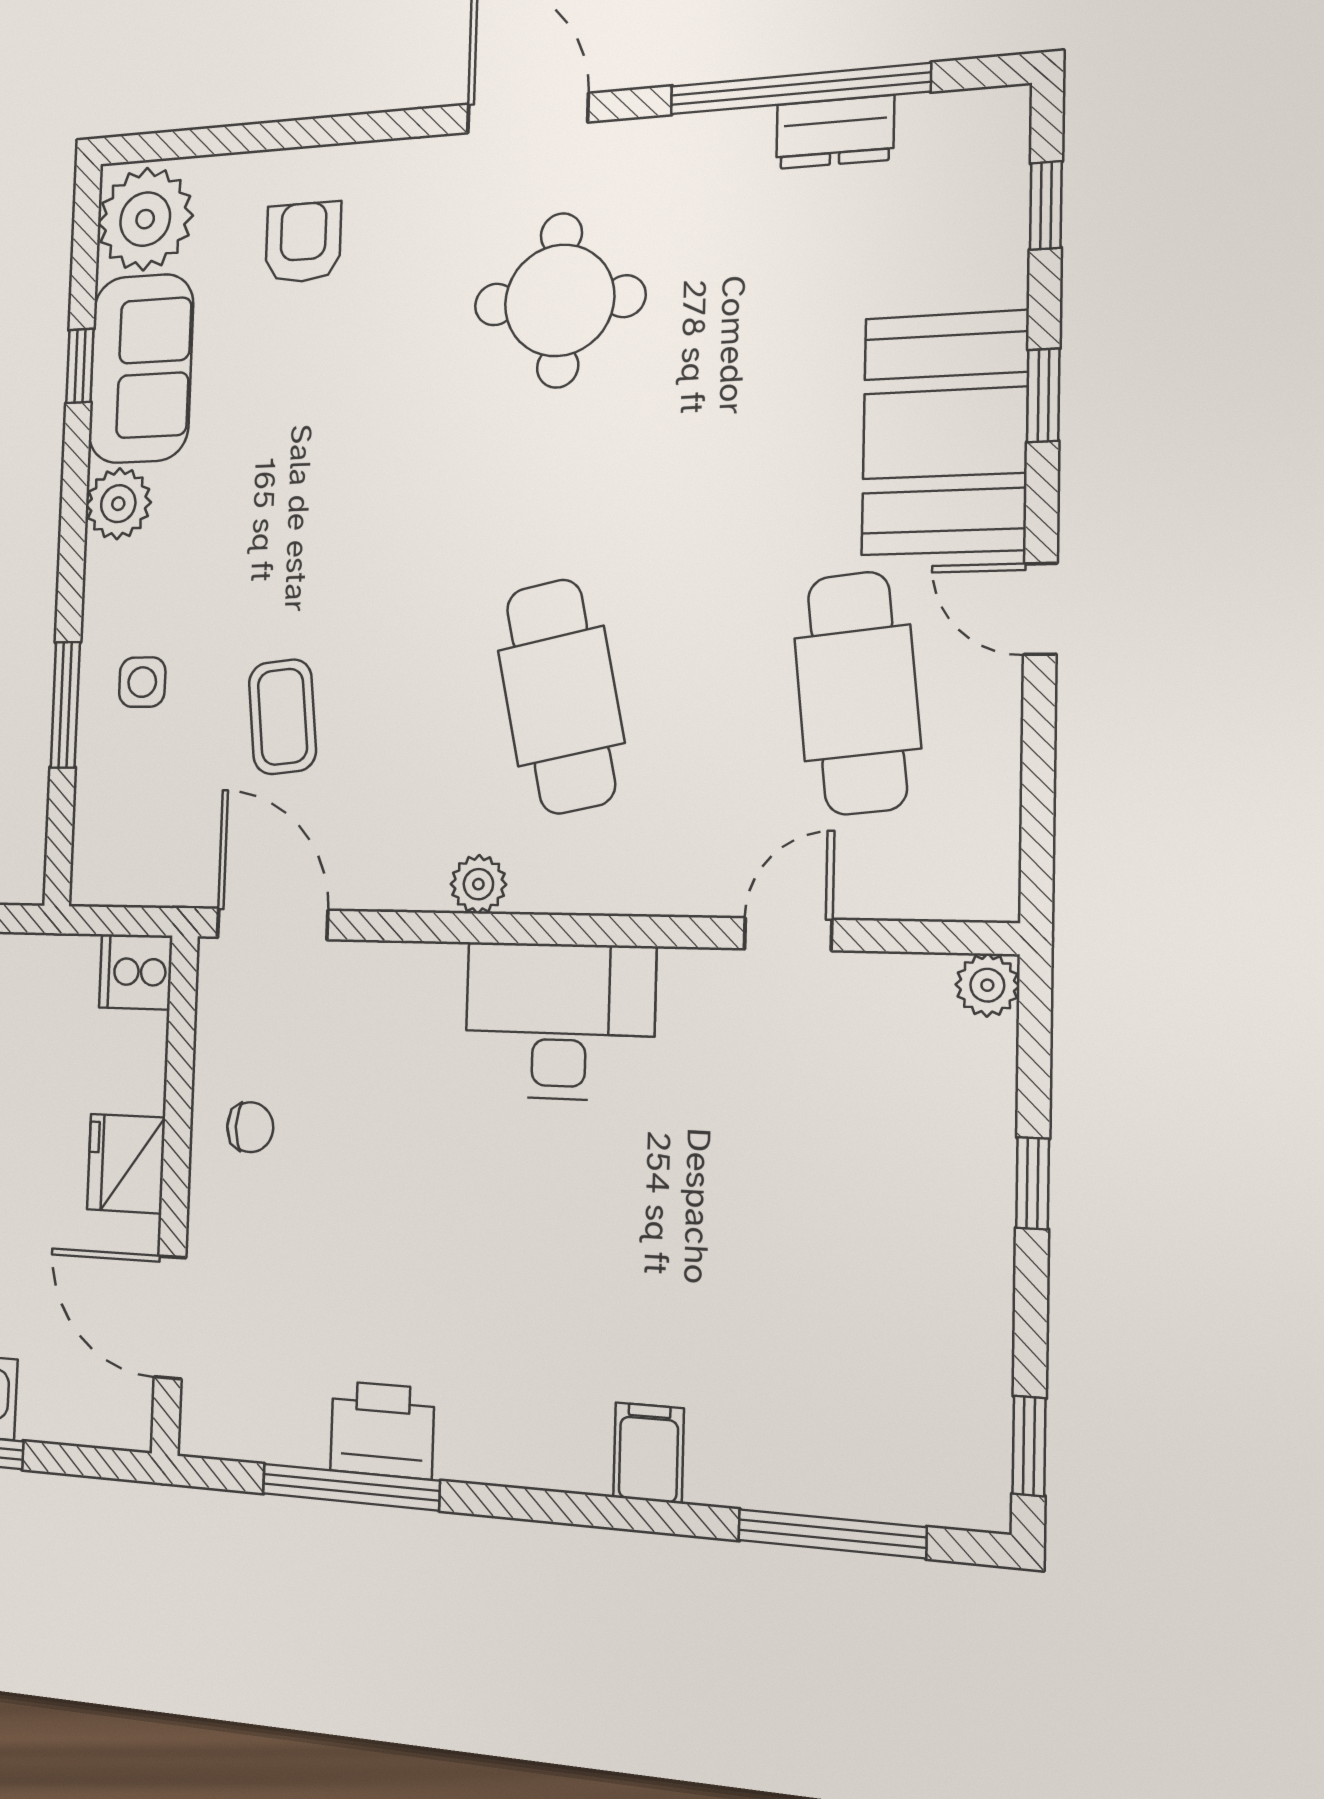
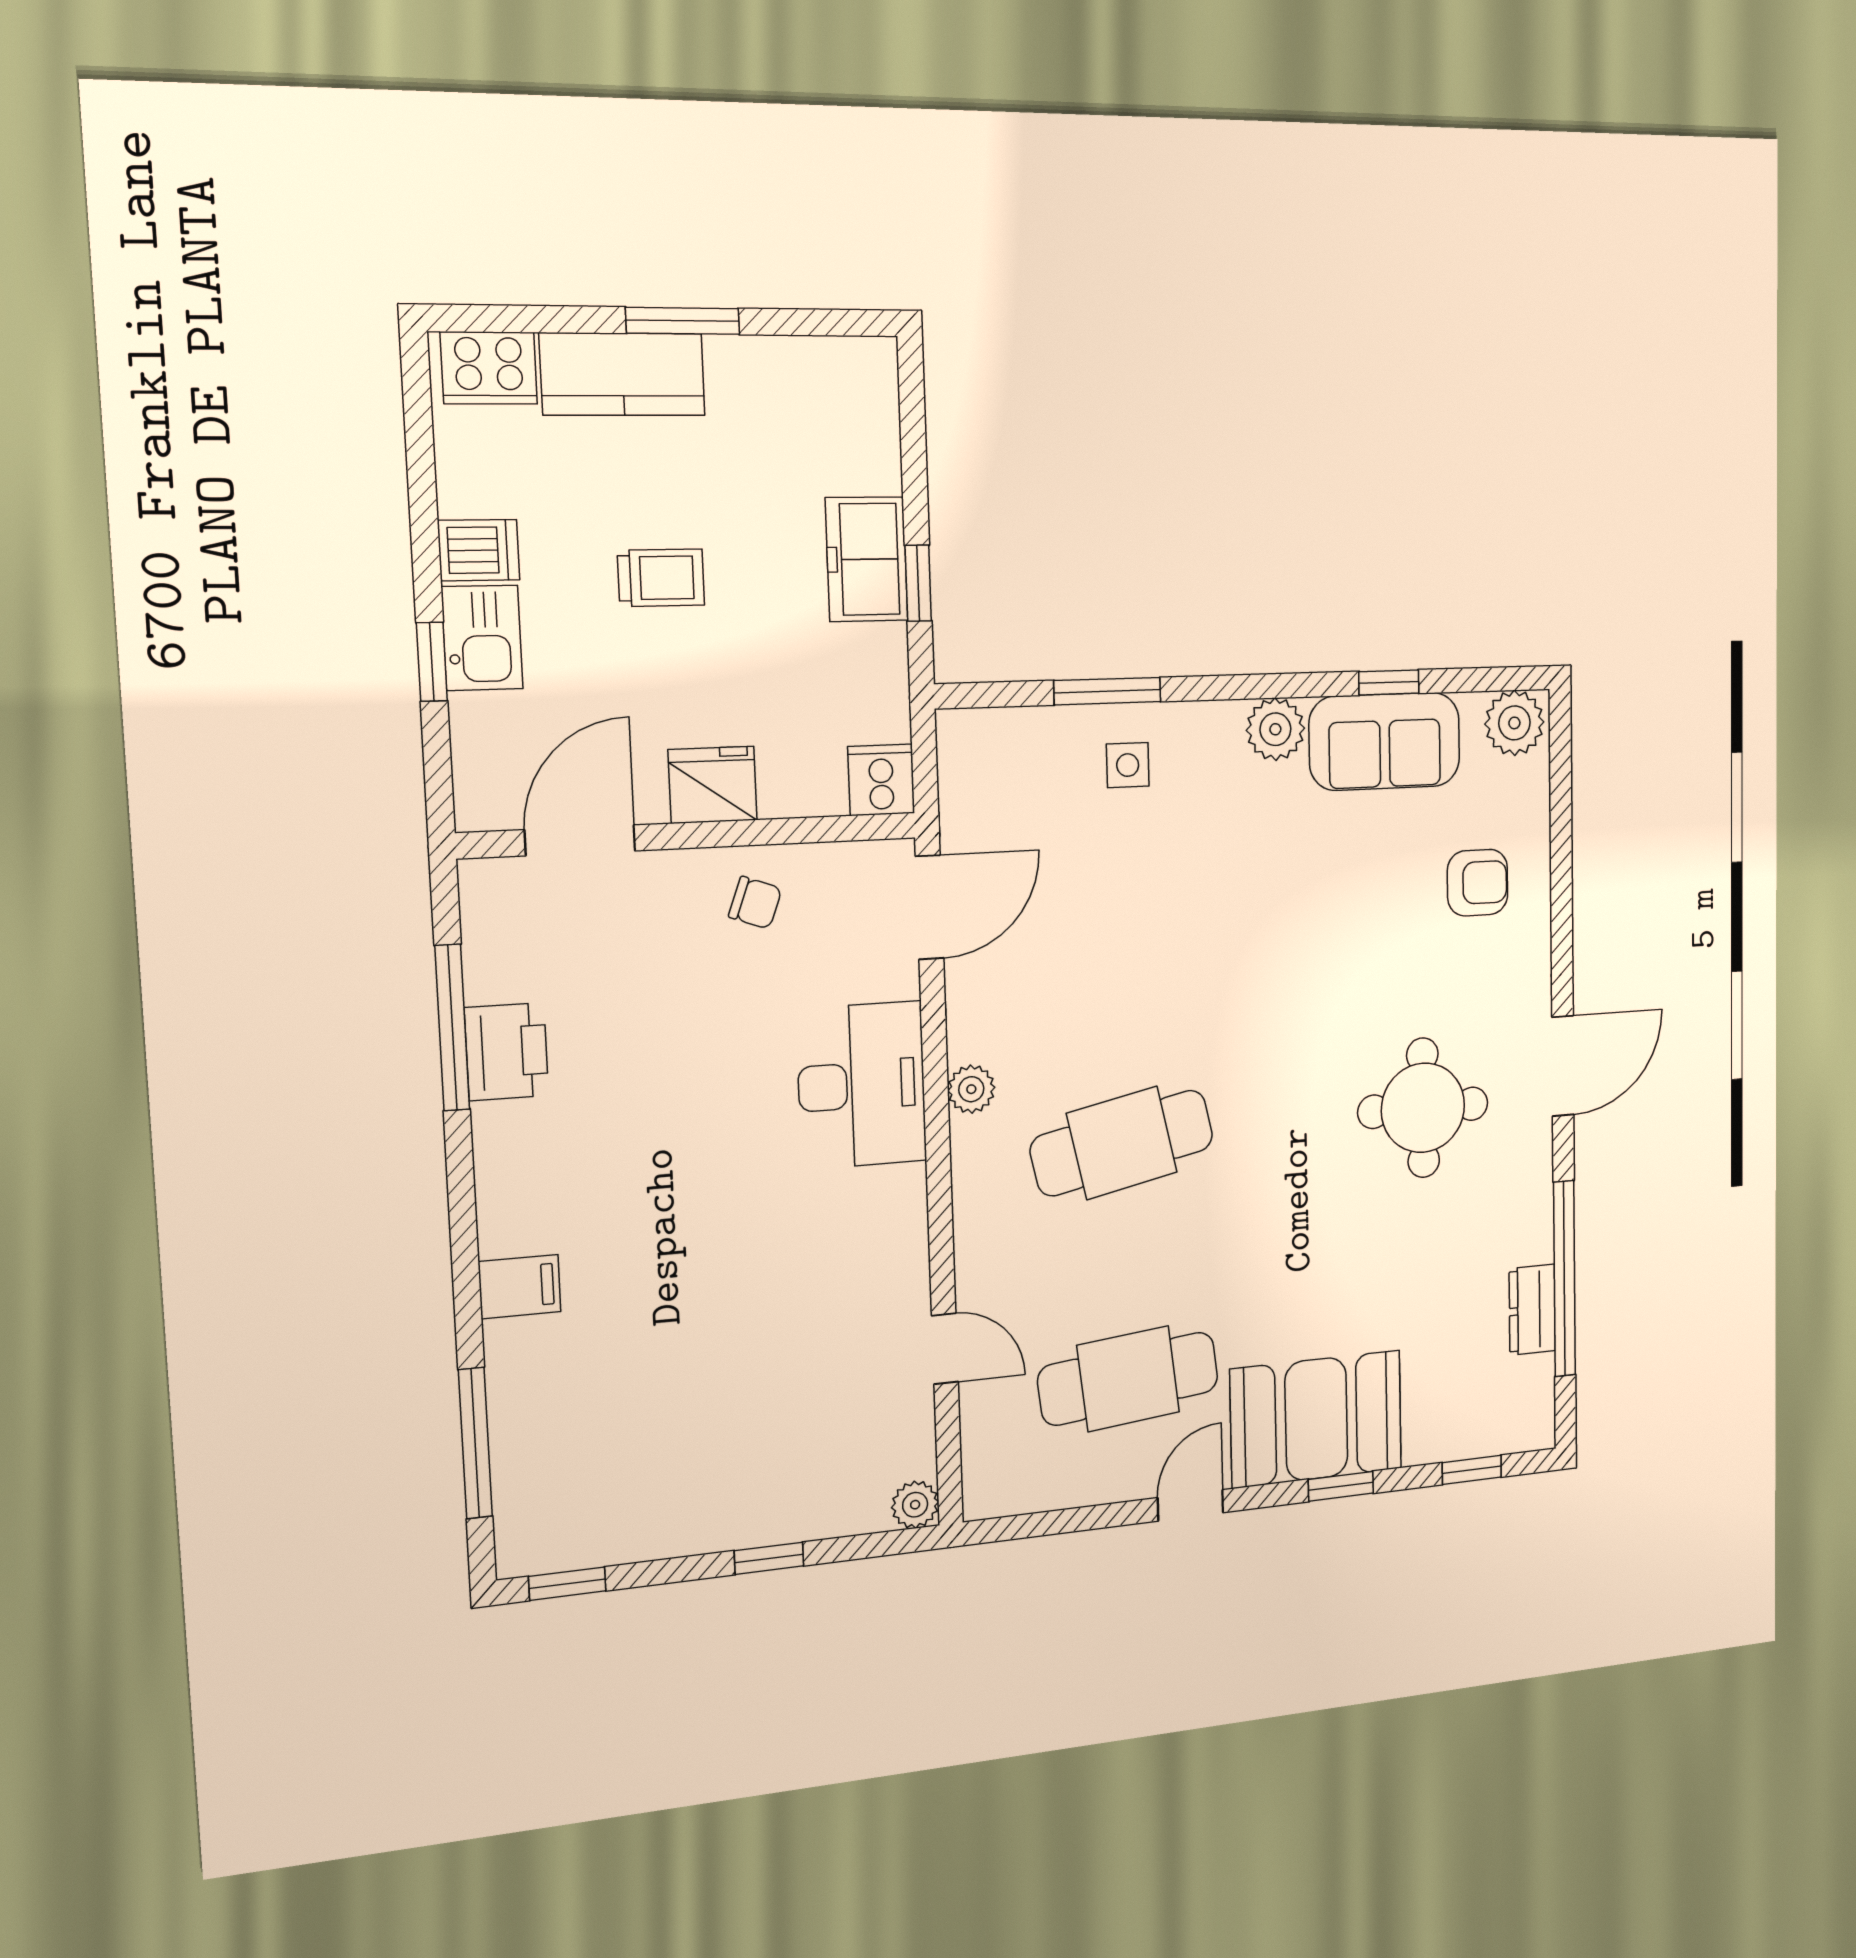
plant: (145, 219) -> (1514, 723), width x0.73, depth x0.73
coffee table: (283, 717) -> (1101, 900), removed
desk: (560, 1021) -> (862, 1085), moved
chair: (250, 1127) -> (755, 903), turned -70

